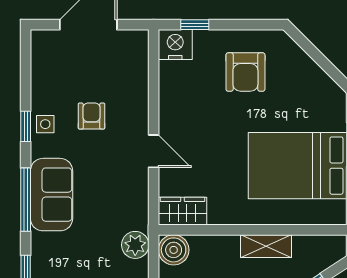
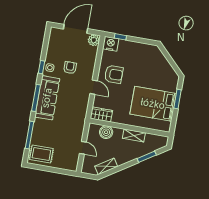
armchair: (245, 72) -> (114, 74), moved, turned -90
sofa: (51, 195) -> (47, 98), width x1.36
plant: (135, 245) -> (94, 40), moved
boiler: (174, 250) -> (106, 132), moved

